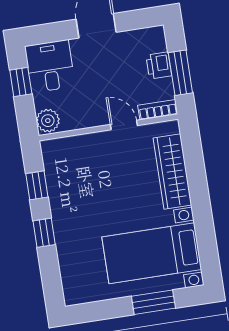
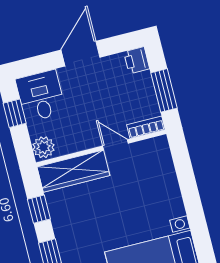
printer: (159, 65) -> (137, 60), moved
wardrobe: (172, 172) -> (73, 171), moved, turned -90

